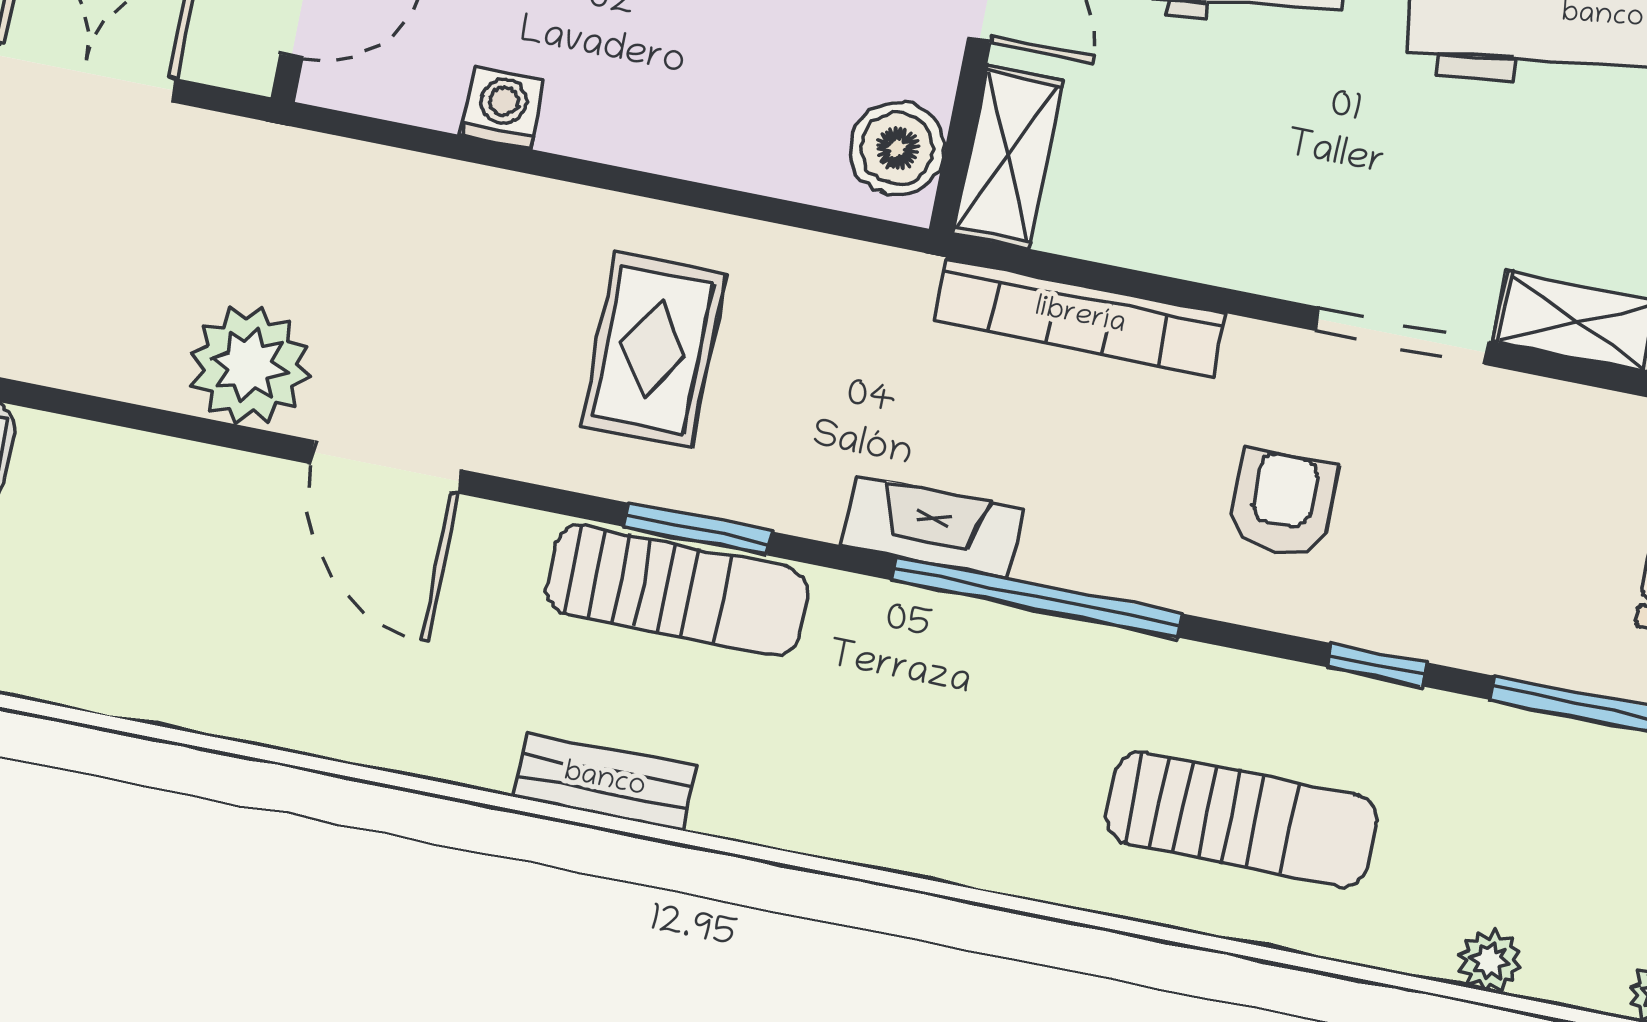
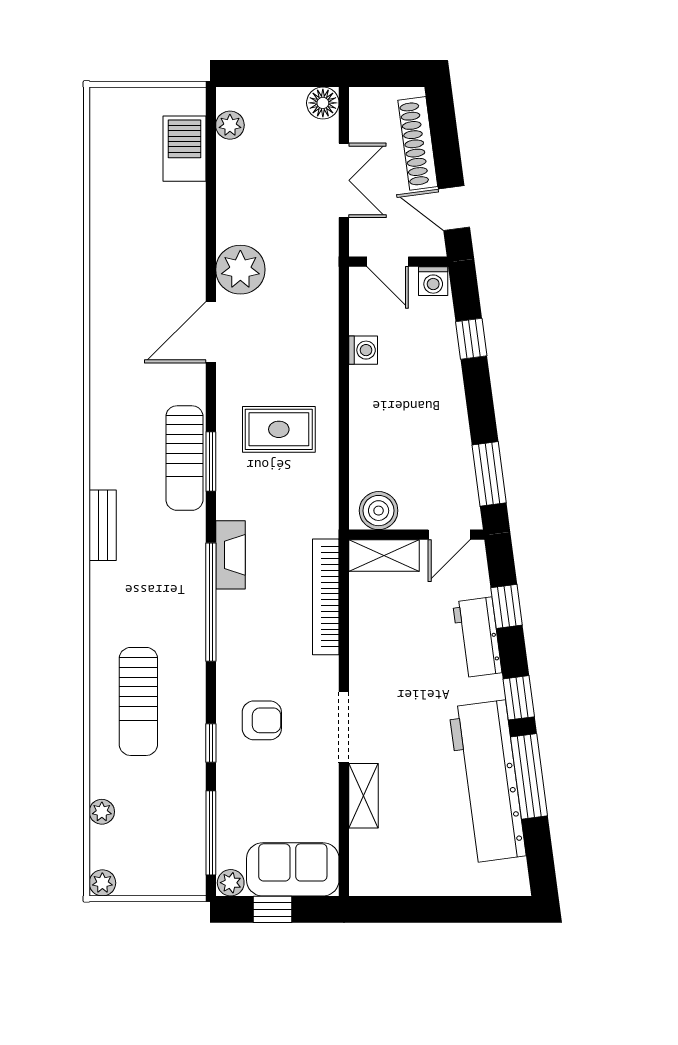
armchair: (1282, 503) -> (262, 720), moved
bench: (605, 781) -> (103, 525), moved

